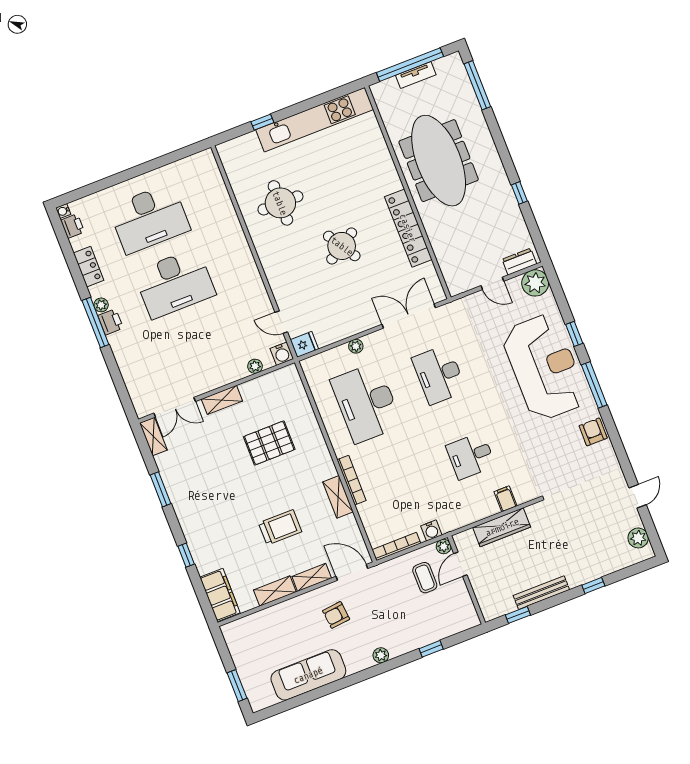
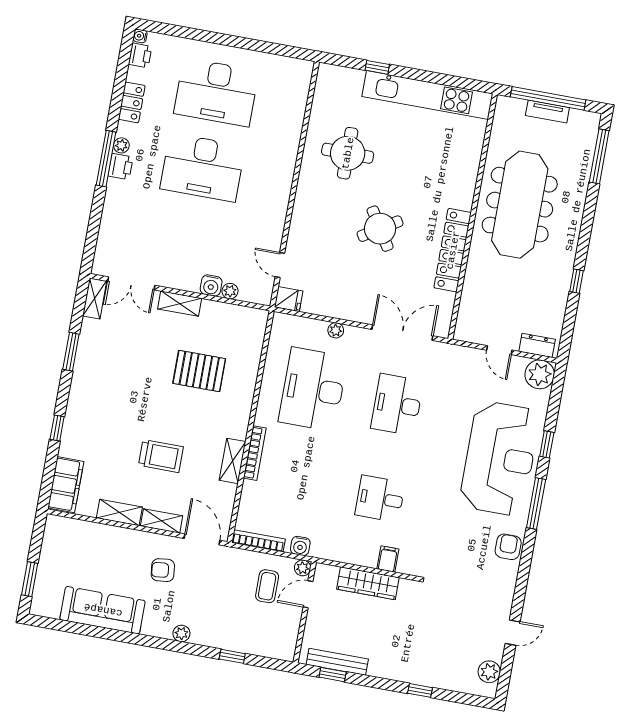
water cooler: (282, 354) -> (211, 285), moved
bench: (541, 593) -> (337, 662), moved

